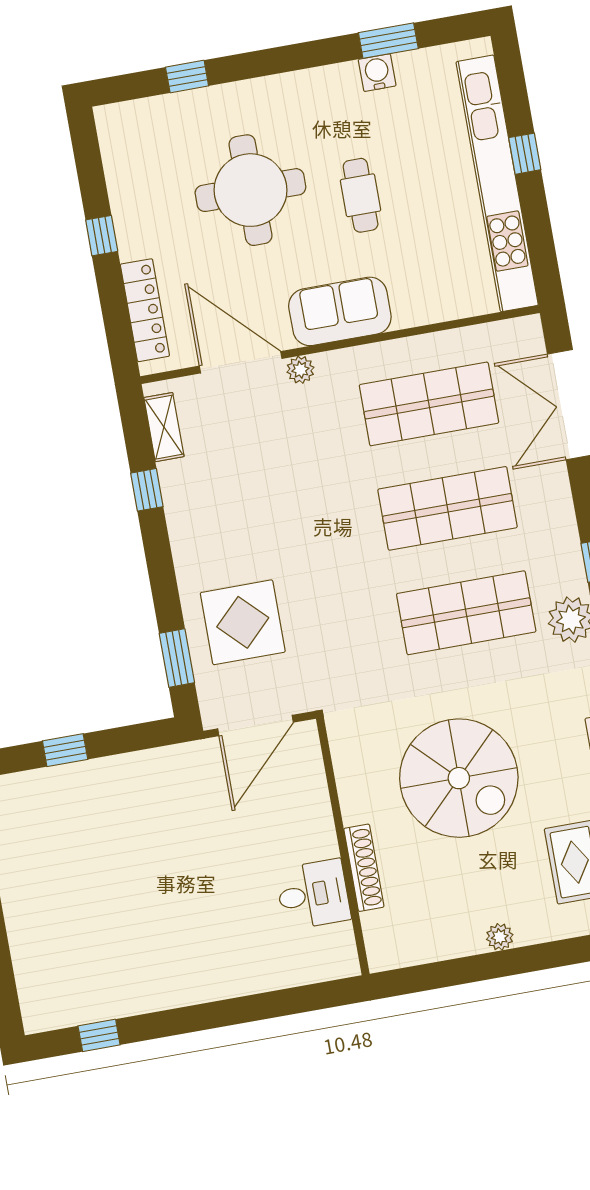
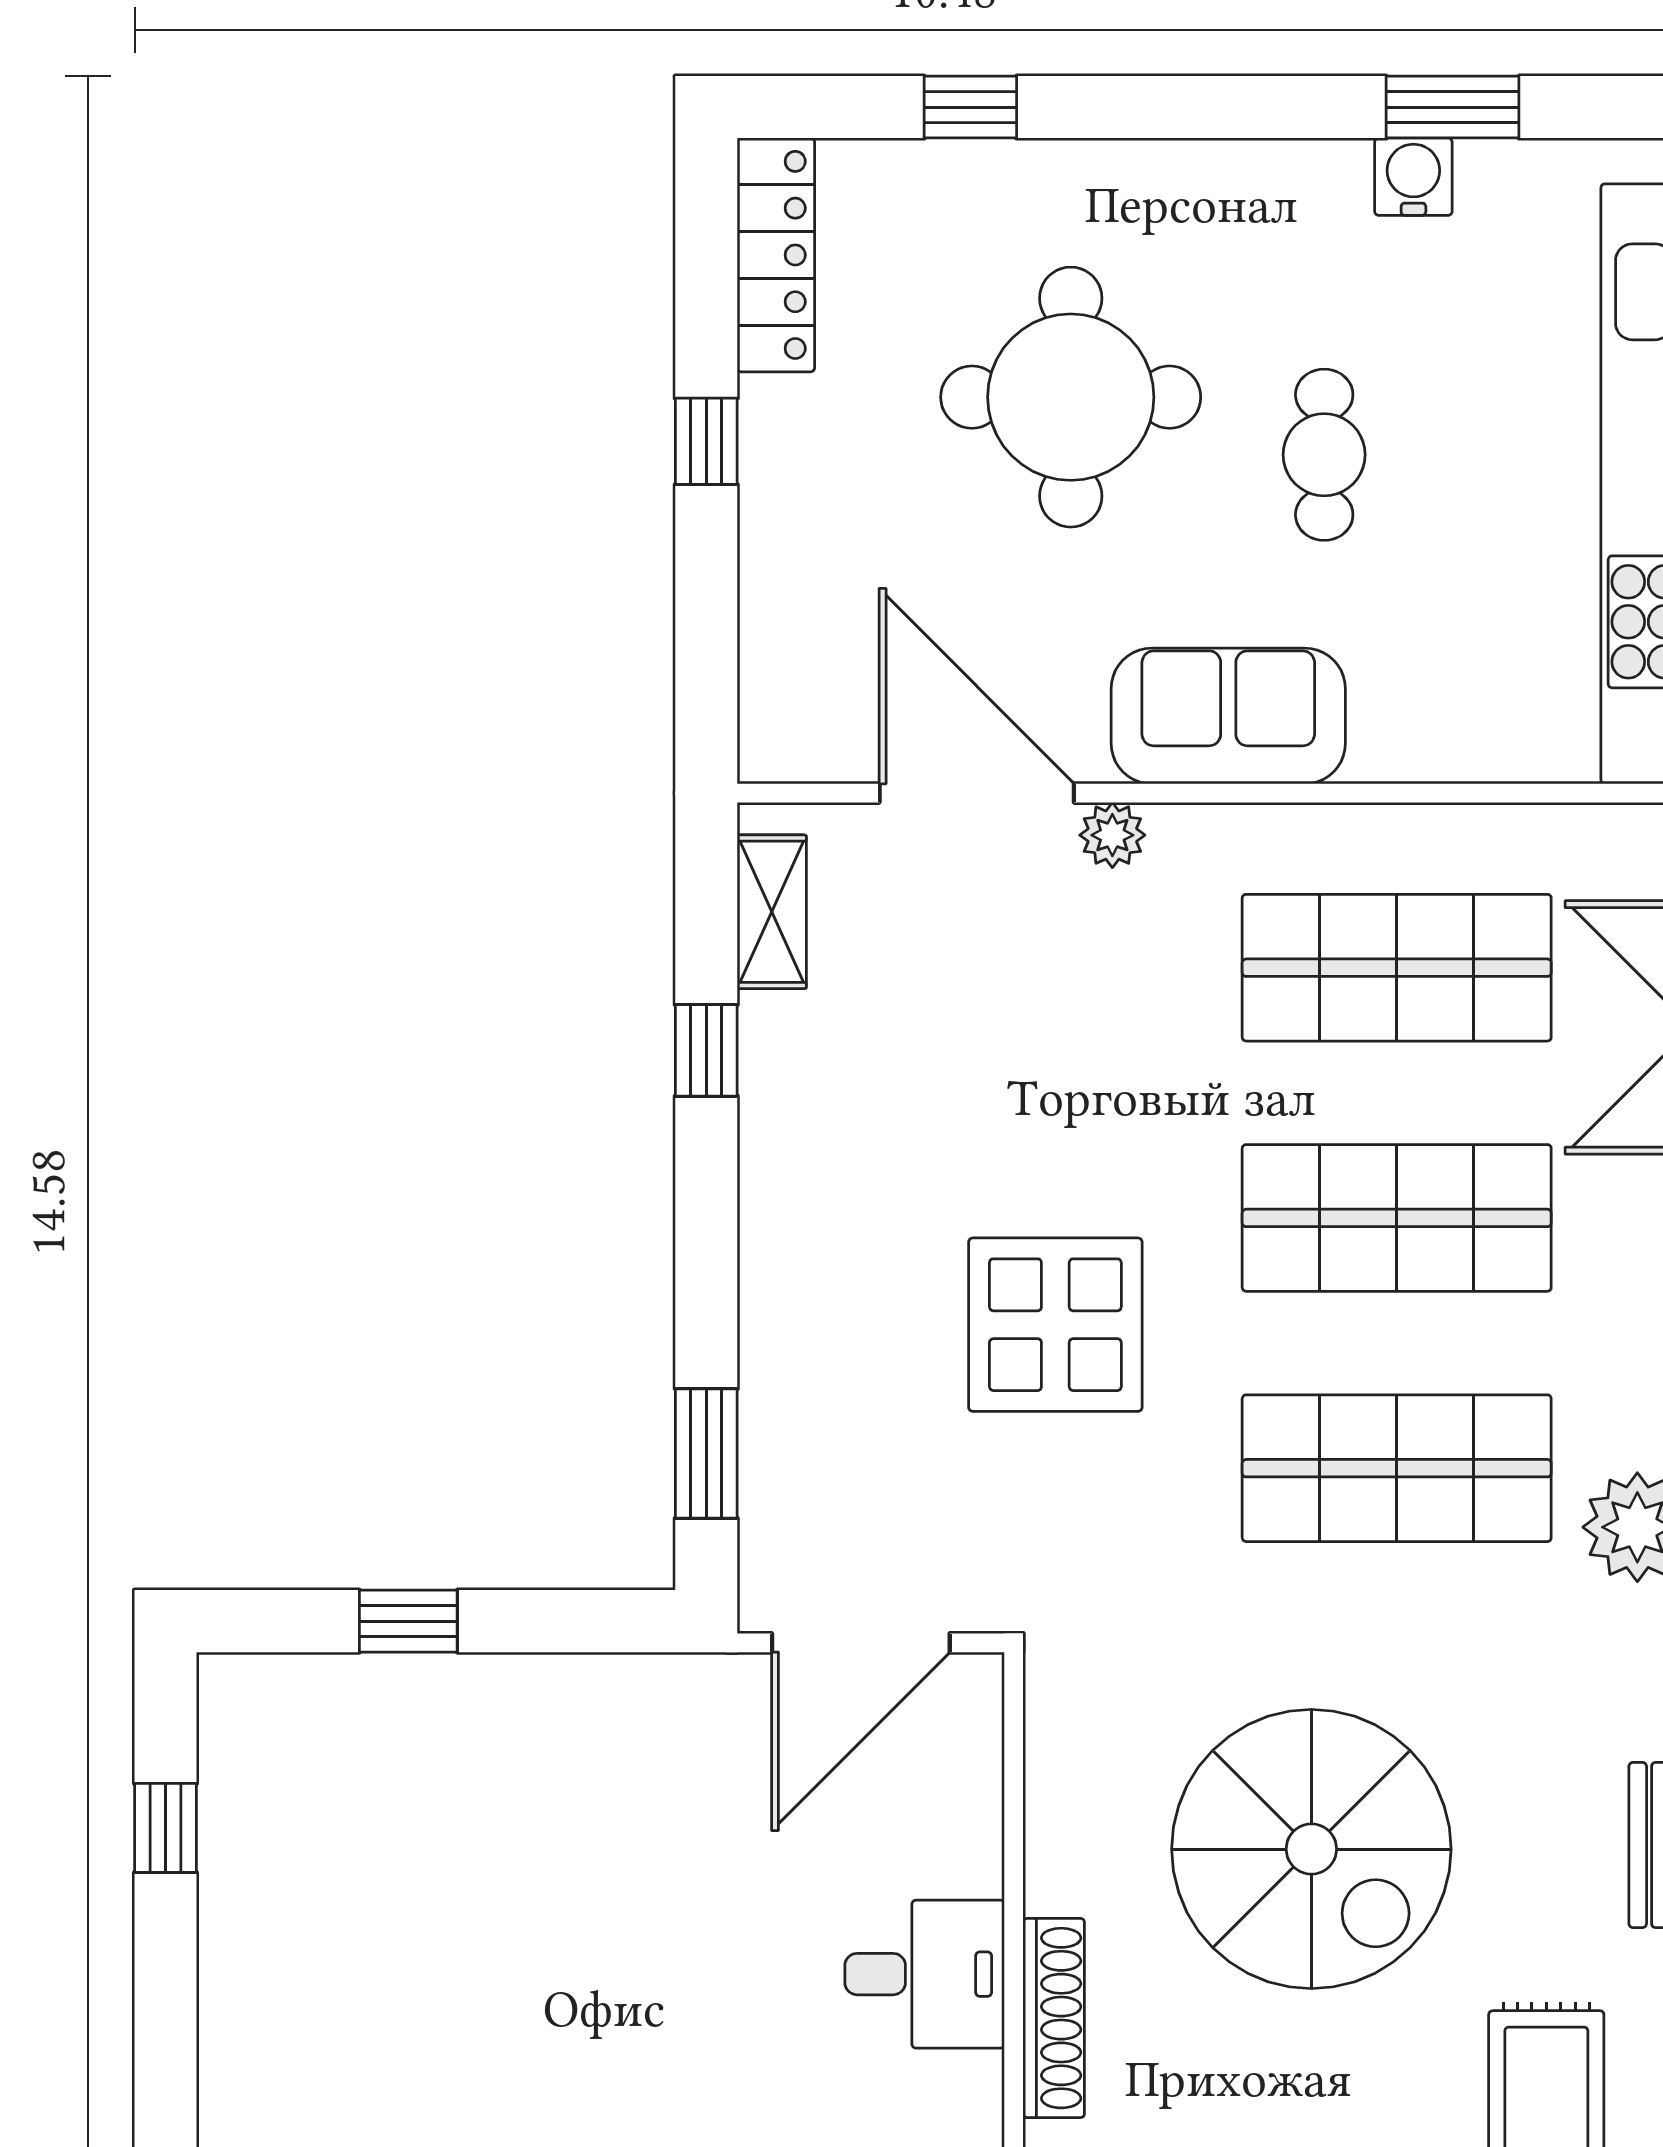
locker: (145, 310) -> (776, 255), moved
display table: (243, 622) -> (1055, 1325), moved
desk: (313, 894) -> (925, 1974), moved

